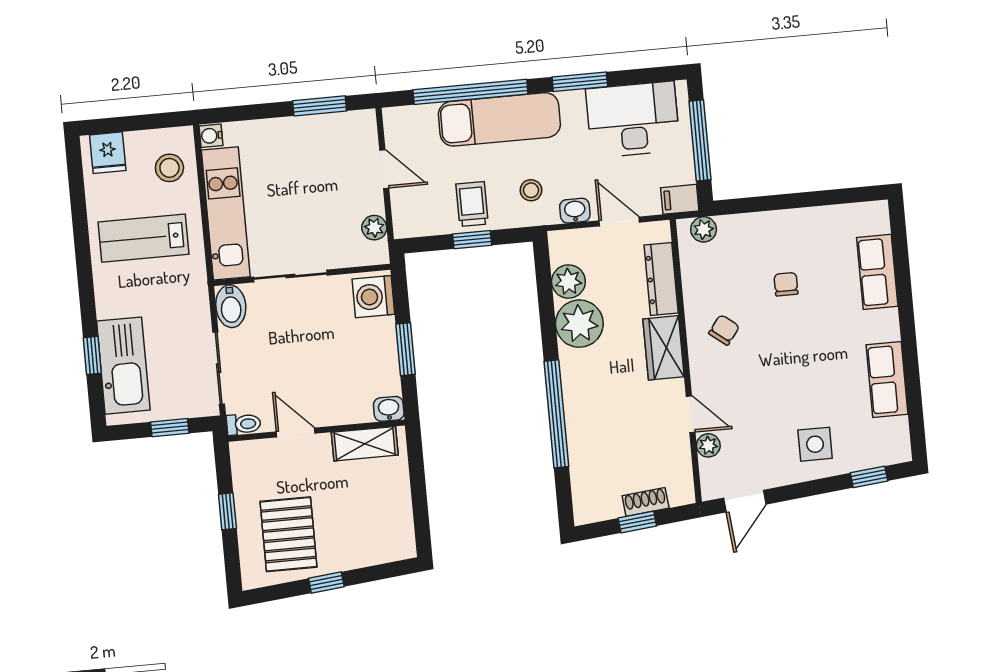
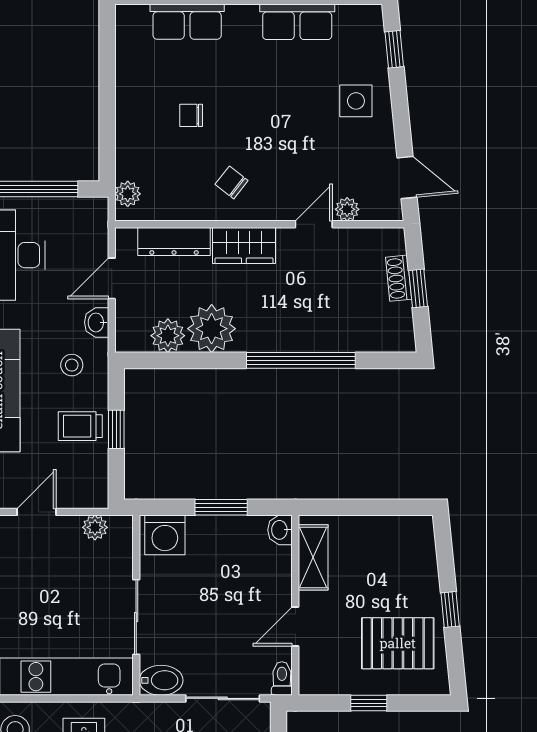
filing cabinet: (680, 199) -> (95, 215), removed

